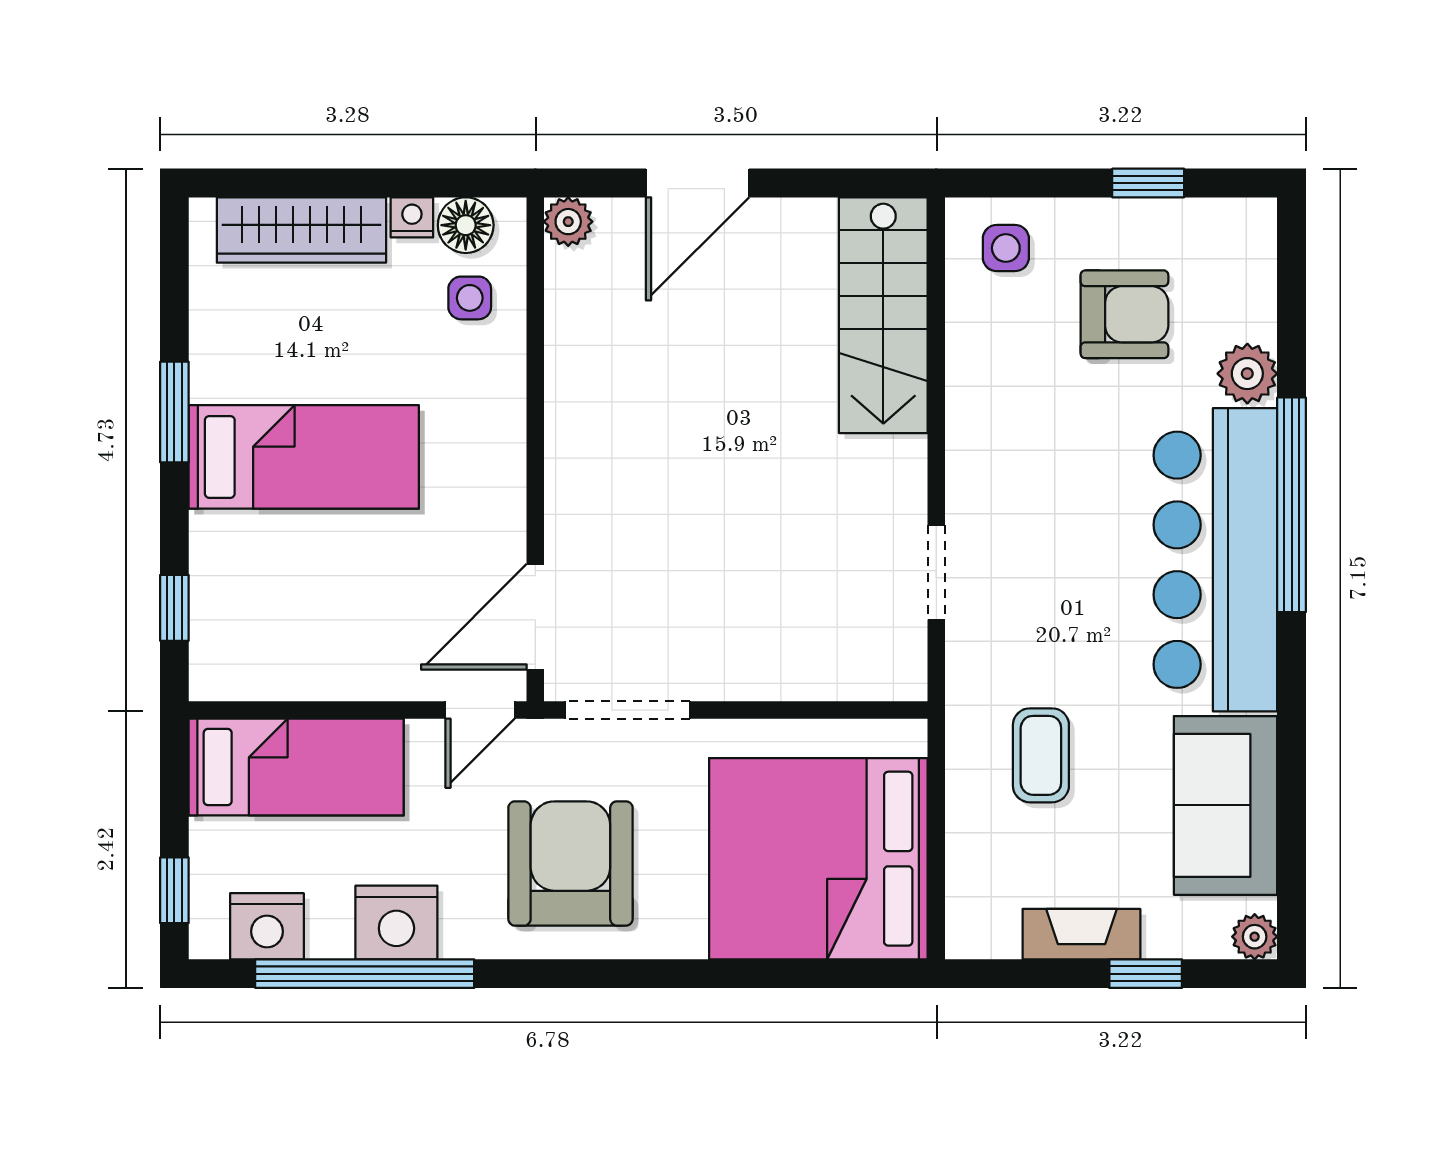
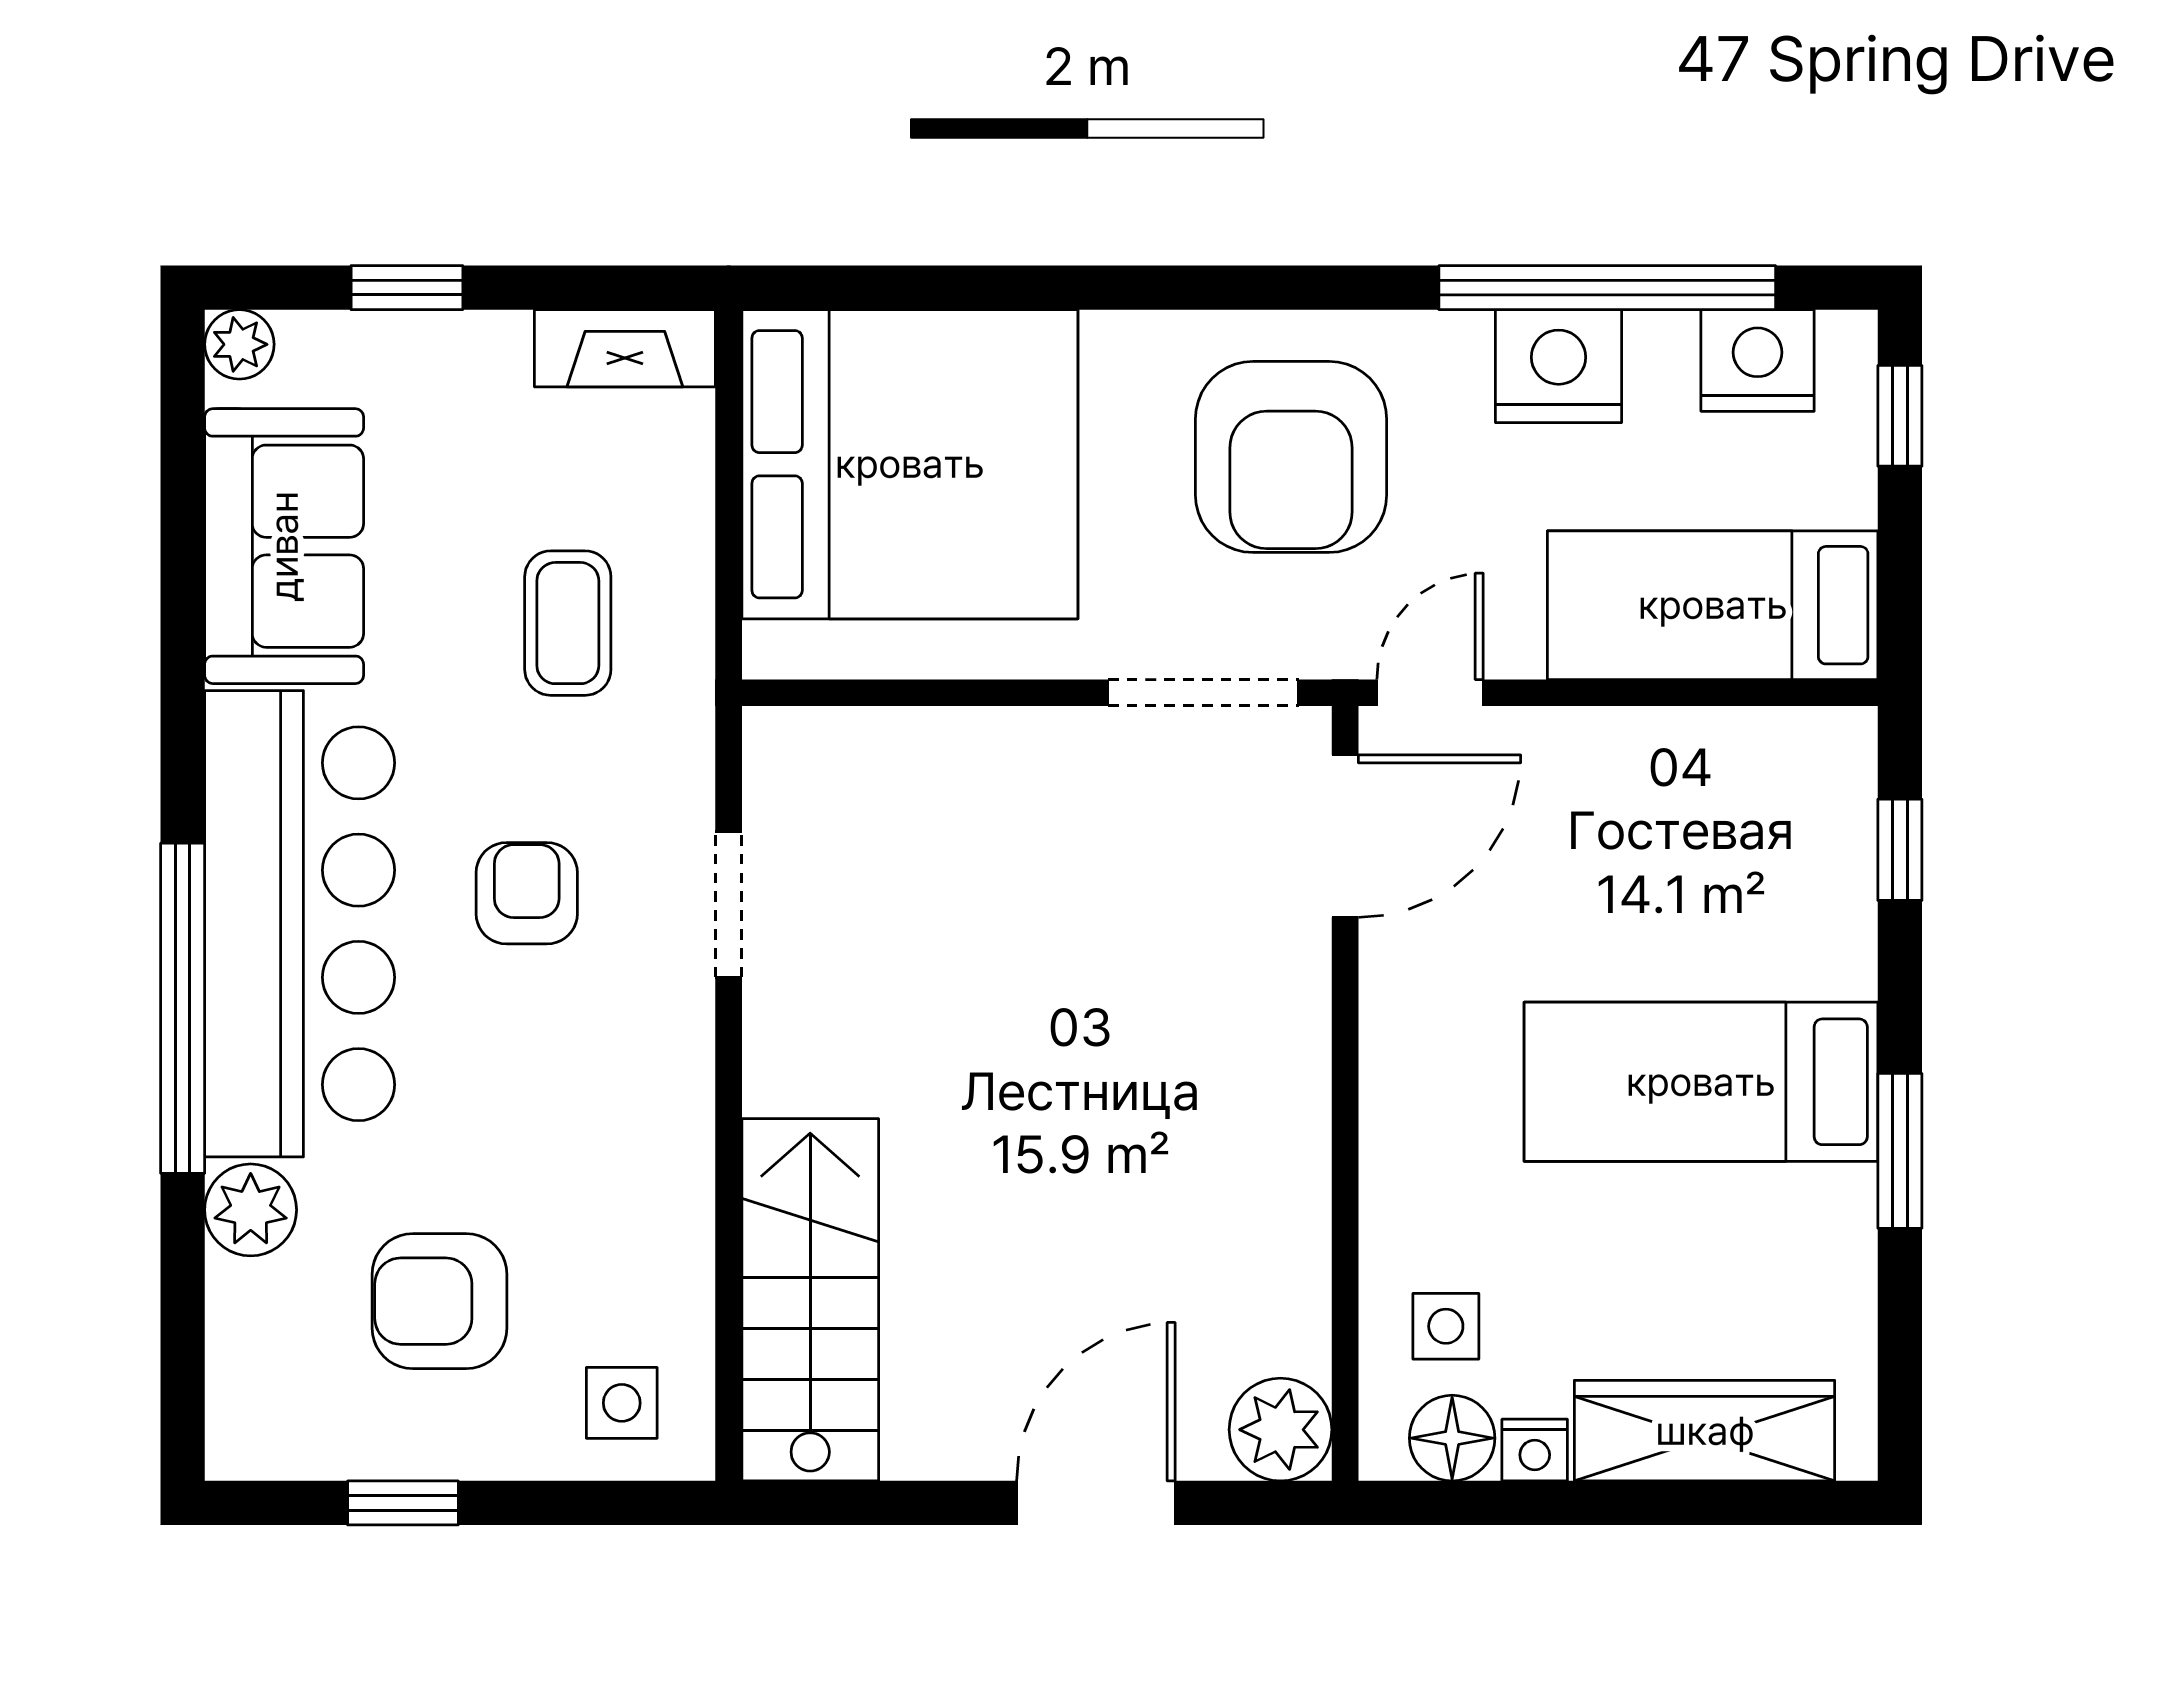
plant: (568, 222) -> (1280, 1430), width x1.38, depth x1.38
armchair: (1068, 580) -> (527, 893), added
fireplace: (1081, 934) -> (625, 348), moved

